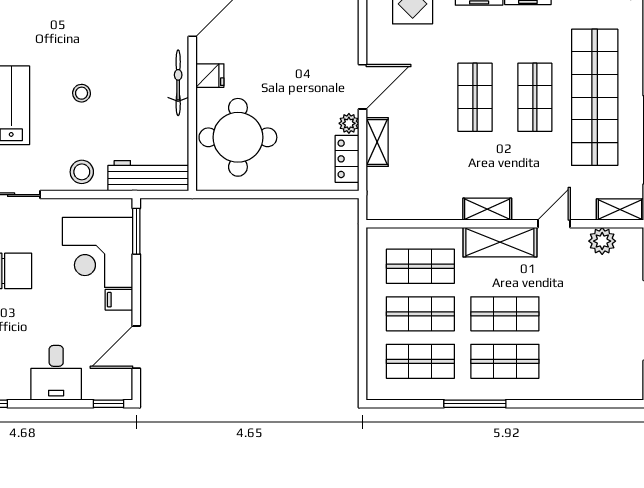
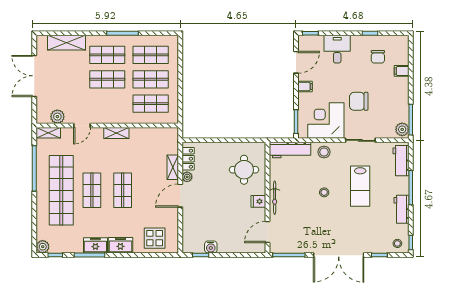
round table: (238, 137) -> (244, 170), width x0.73, depth x0.73
shelving: (500, 242) -> (67, 43), moved
corner desk: (98, 252) -> (326, 121), moved, turned -90

